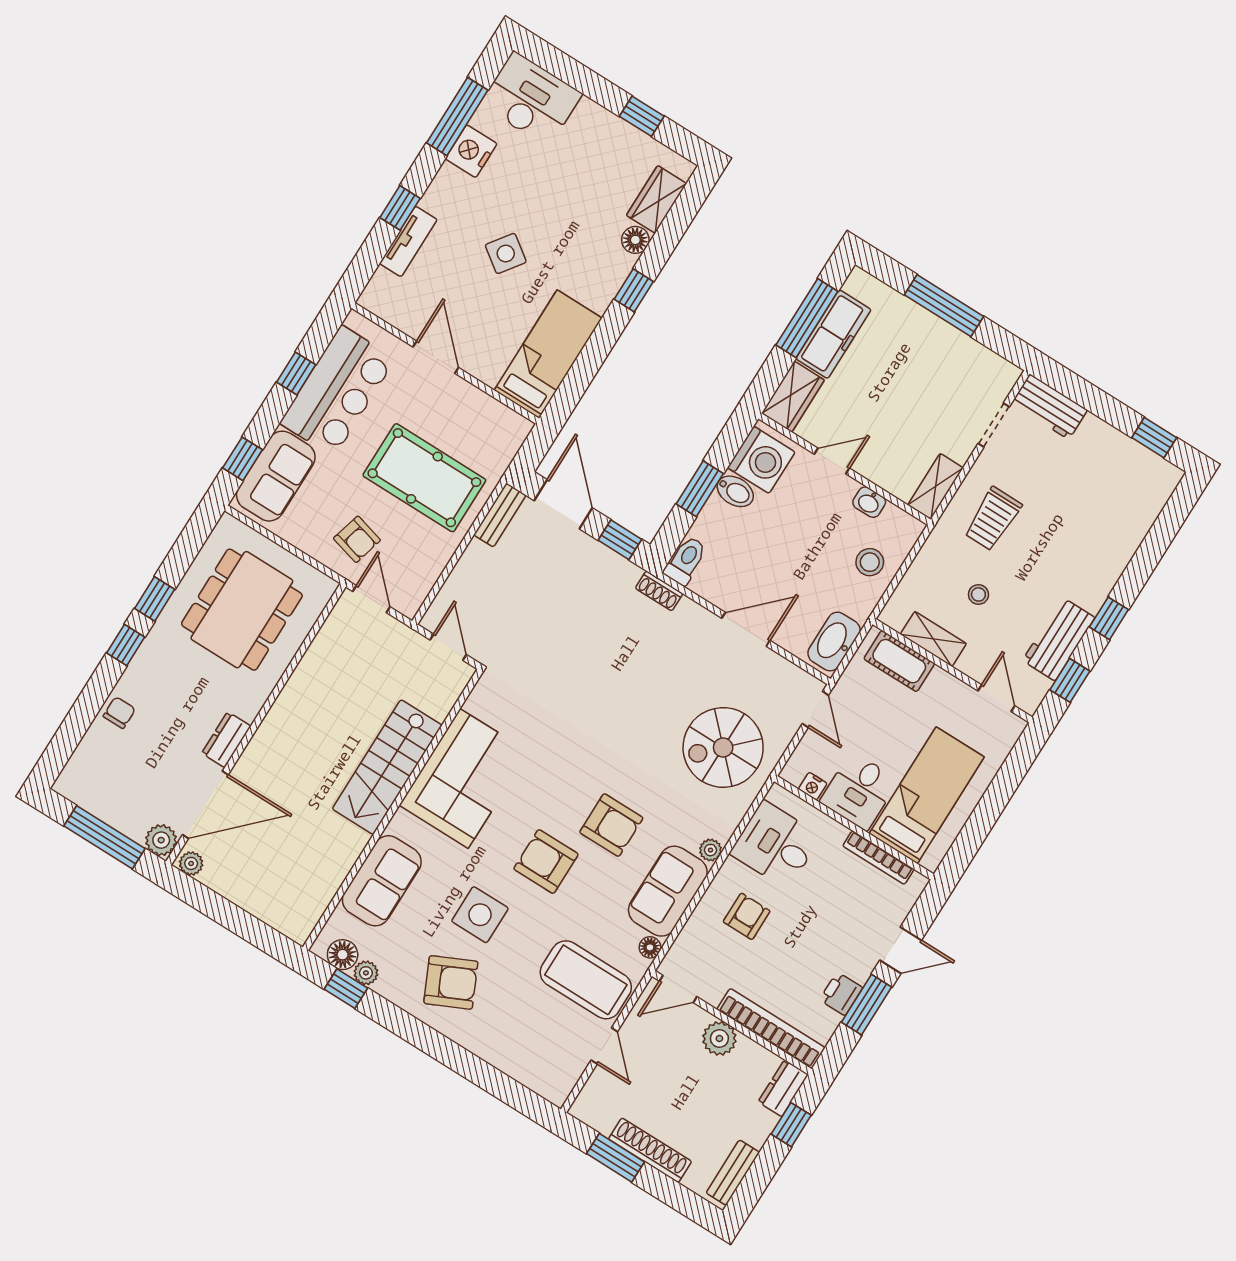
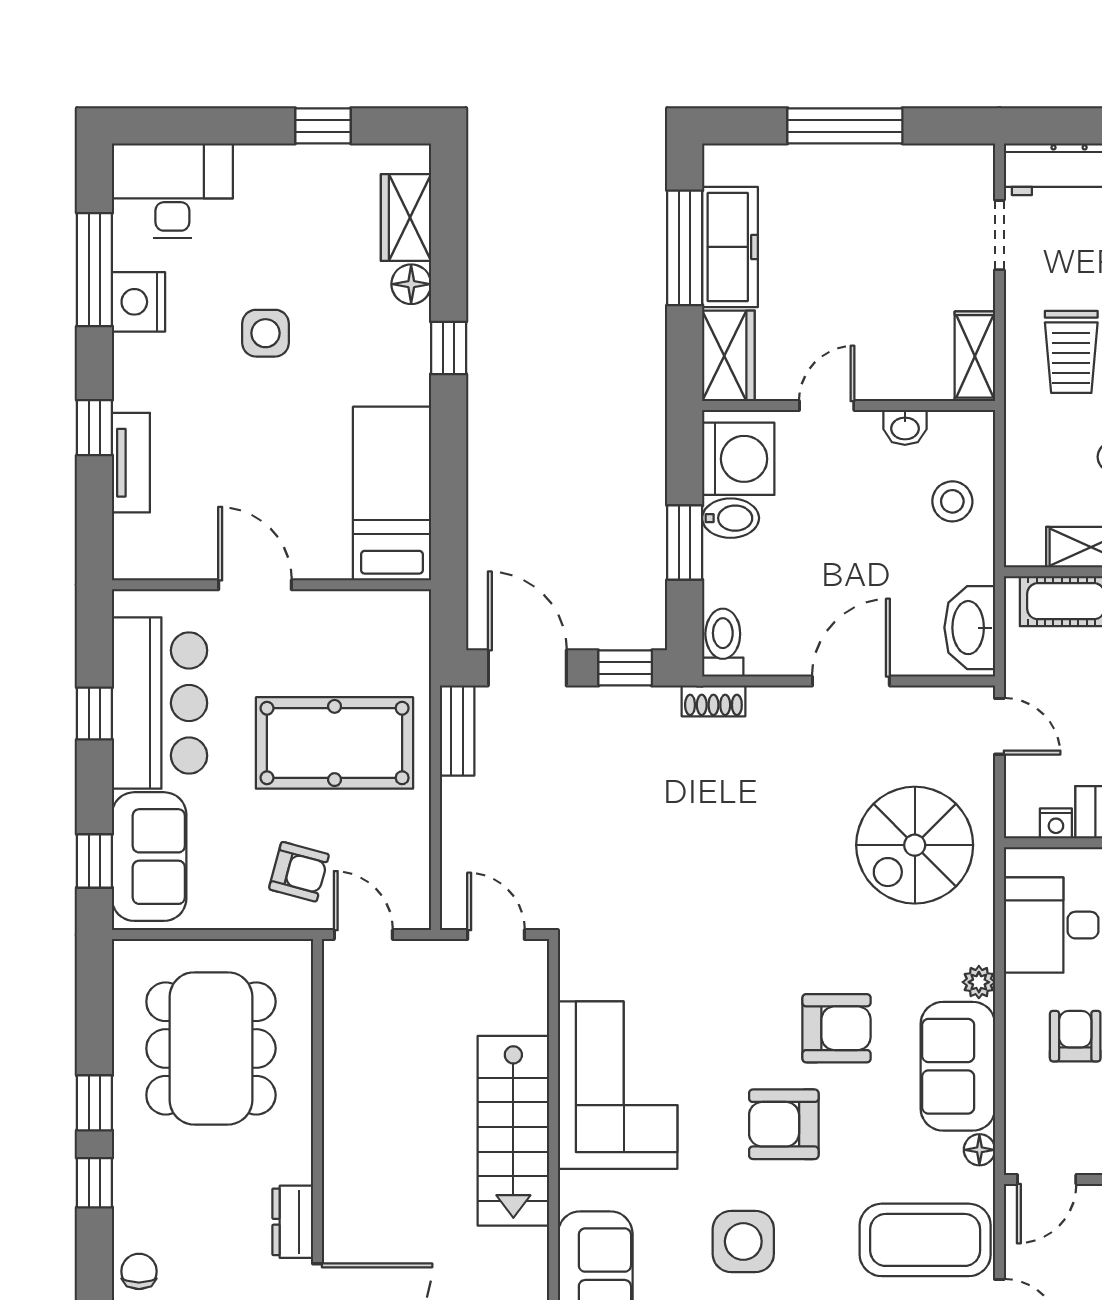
side table: (506, 253) -> (265, 333), moved, turned -36

